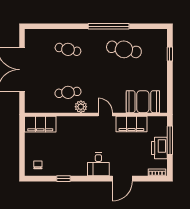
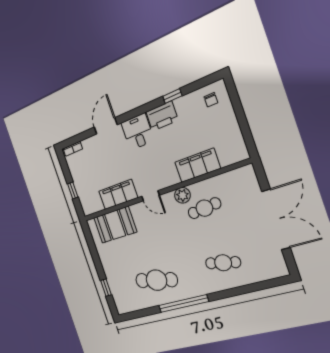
filing cabinet: (40, 124) -> (198, 165), moved
window: (170, 140) -> (73, 191), width x0.46
printer: (159, 148) -> (162, 116), moved, turned 90

